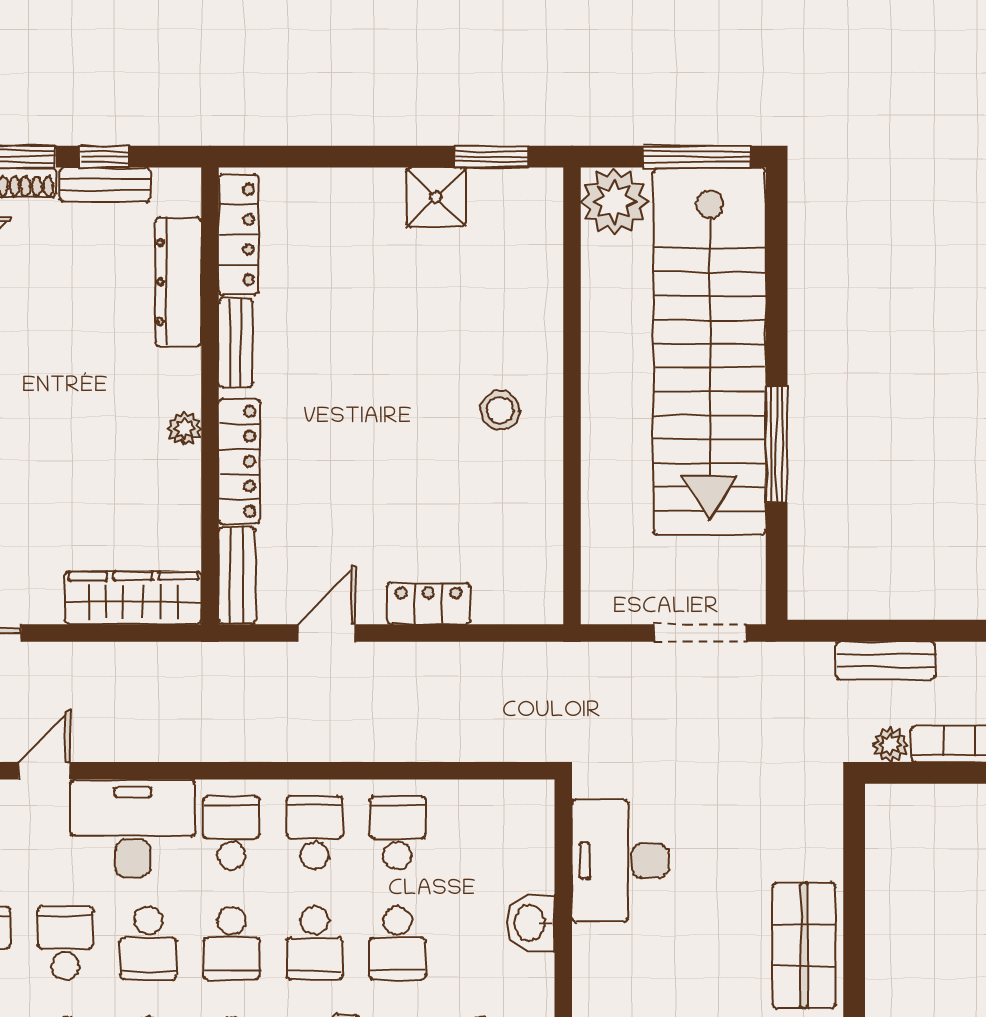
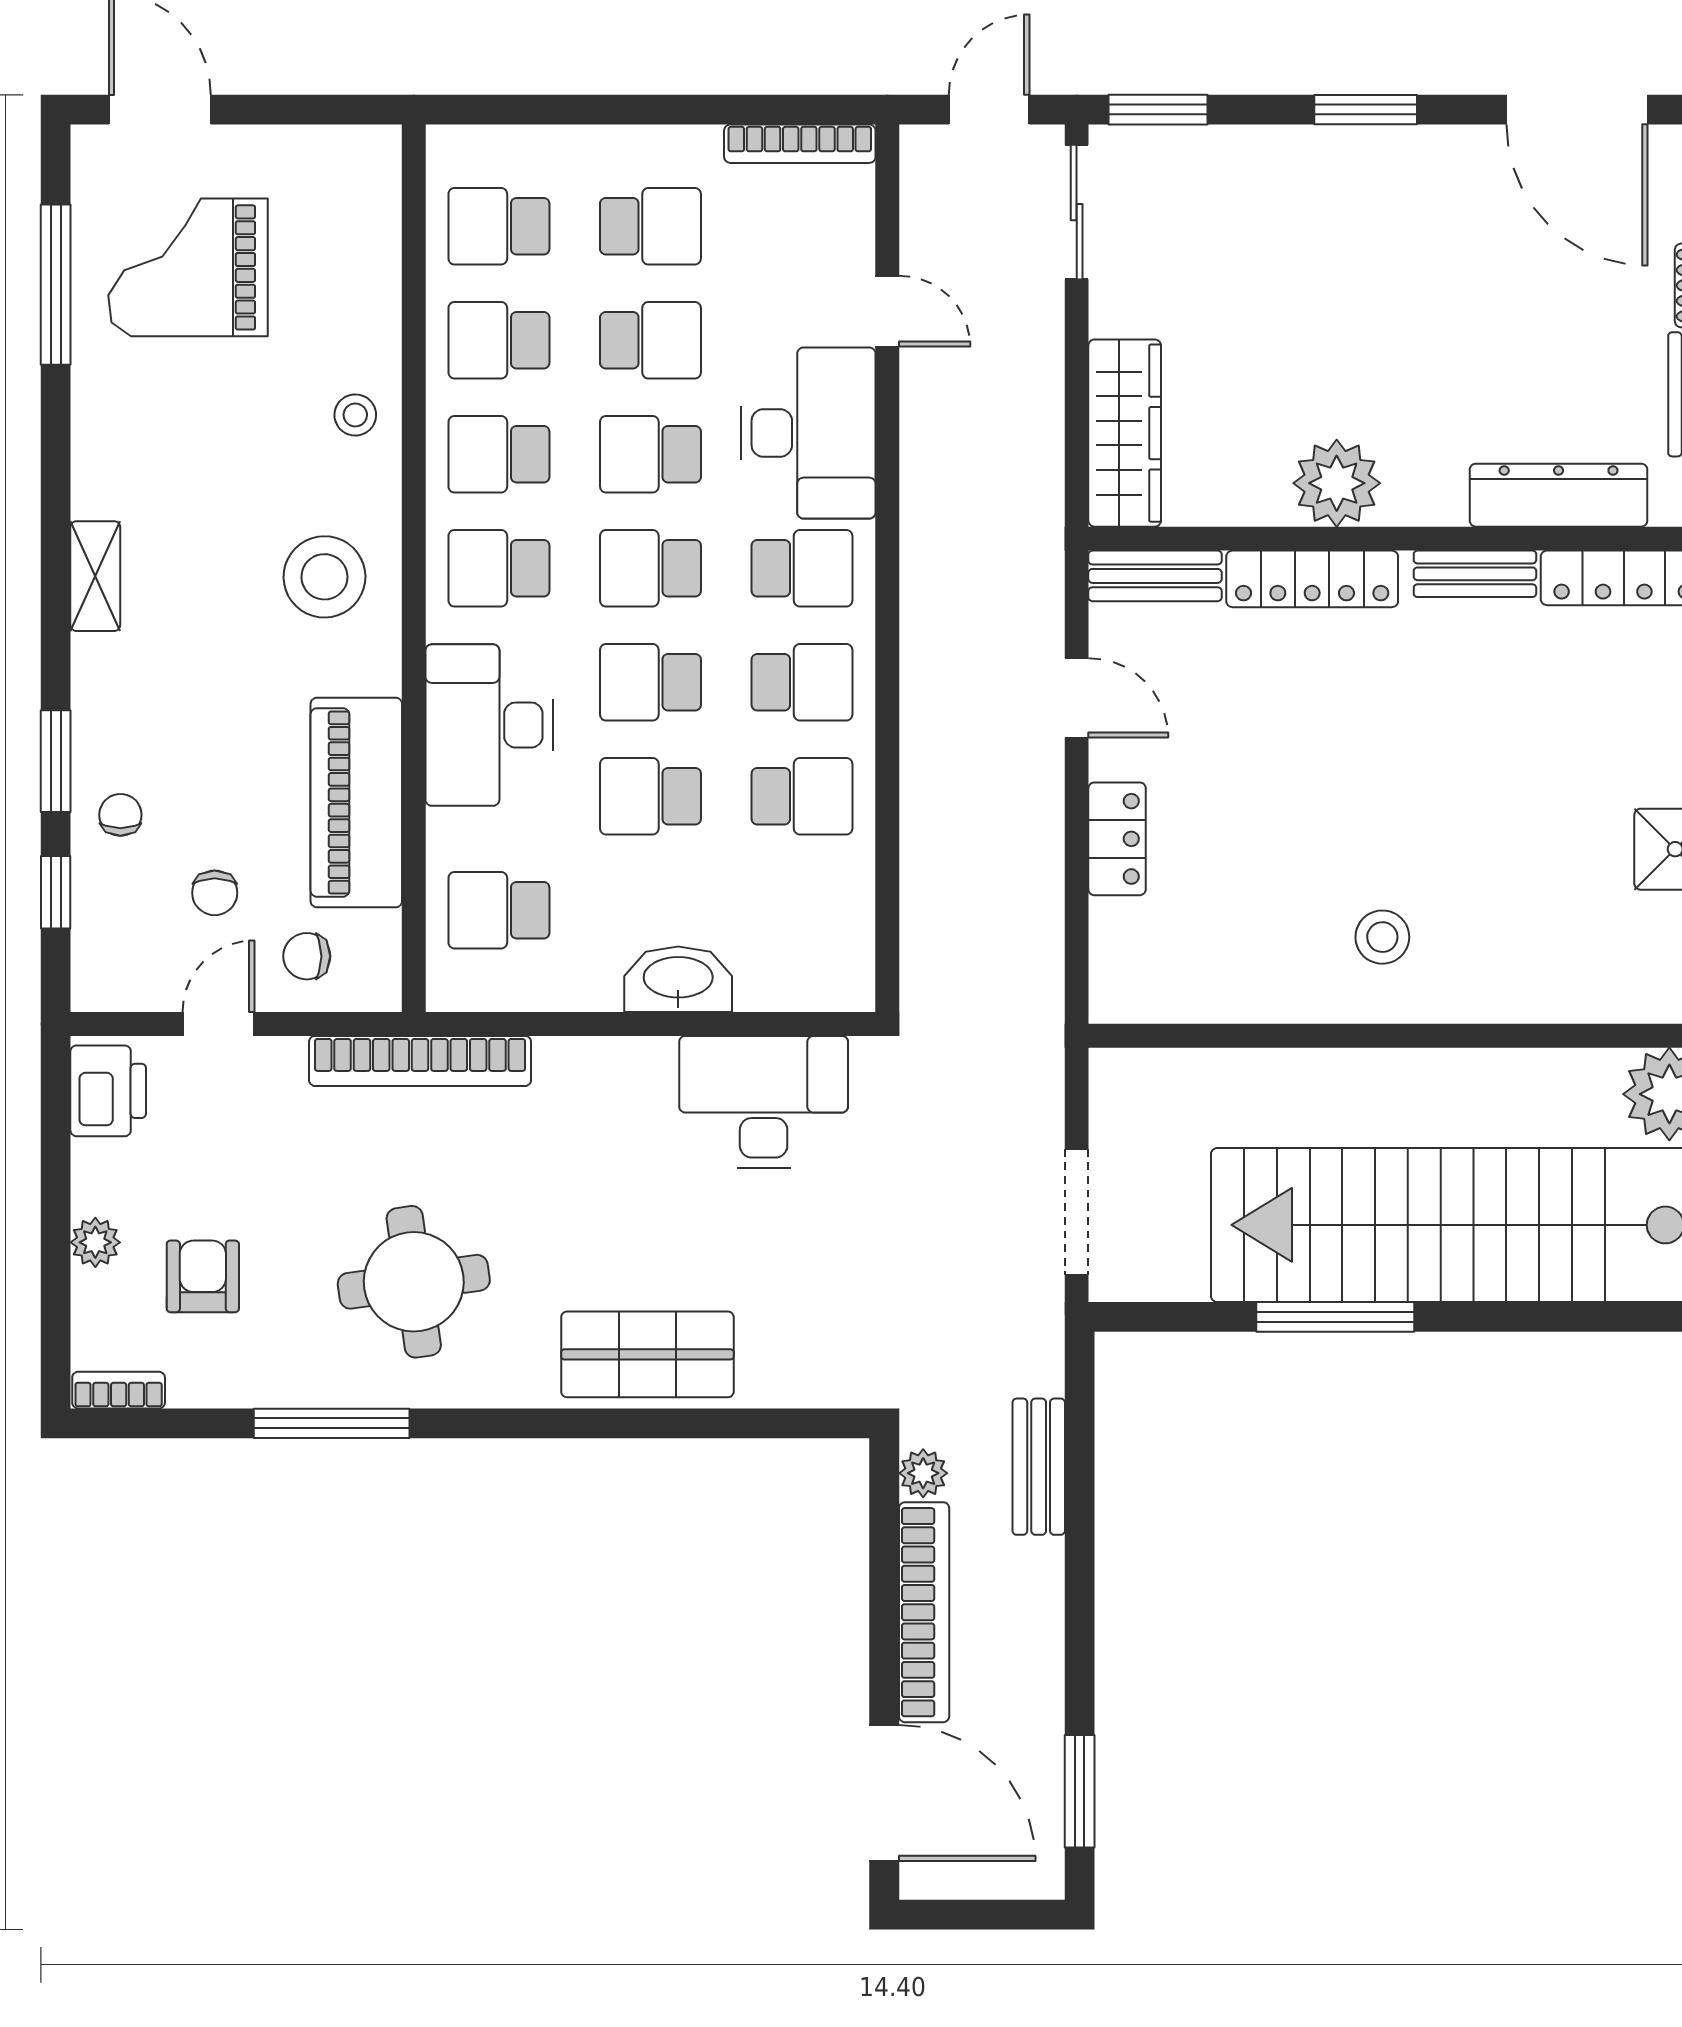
plant: (184, 429) -> (1337, 483), width x1.88, depth x1.88
washbasin: (531, 923) -> (678, 979), width x1.38

